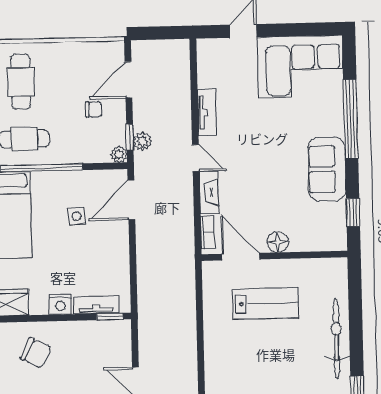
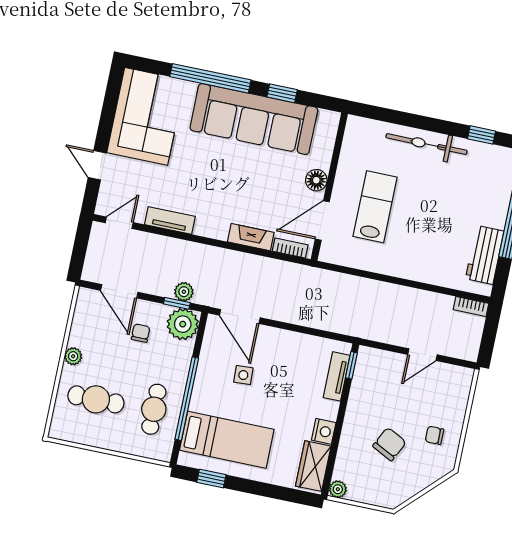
plant: (57, 51) -> (73, 356), added
plant: (119, 154) -> (183, 324), width x1.88, depth x1.88
door: (196, 158) -> (119, 223), moved
sofa: (327, 169) -> (254, 119), width x1.85, depth x1.27
window: (353, 212) -> (282, 93), moved
nightstand: (61, 304) -> (324, 431), moved
chair: (36, 353) -> (389, 444), moved

